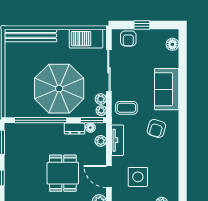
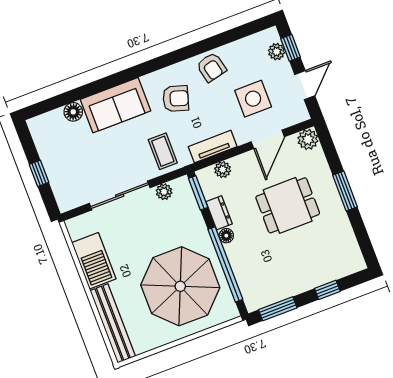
armchair: (128, 38) -> (211, 67), moved, turned 77
barbecue: (86, 39) -> (94, 261), moved
floor lamp: (172, 44) -> (73, 112), moved
parasol: (59, 89) -> (180, 286), moved
plant: (101, 111) -> (180, 185), removed
floor lamp: (90, 128) -> (226, 236), moved

